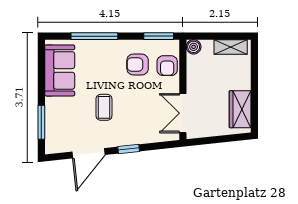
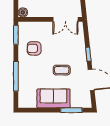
armchair: (138, 65) -> (34, 48), turned 90
armchair: (167, 66) -> (35, 29), removed
sofa: (60, 70) -> (53, 98), moved

